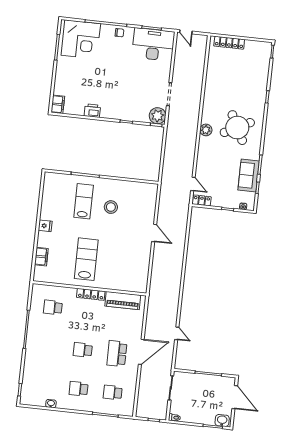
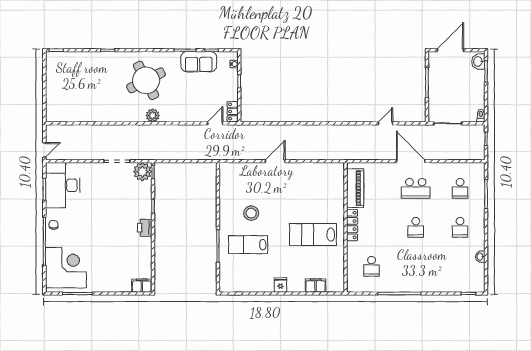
locker: (229, 43) -> (51, 100), removed
printer: (92, 111) -> (145, 228), moved

